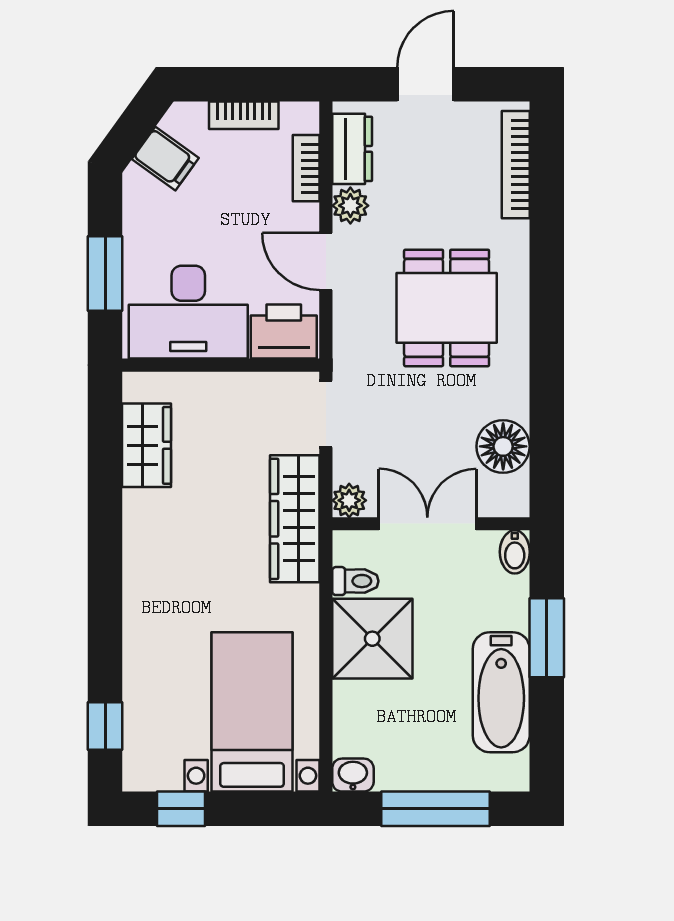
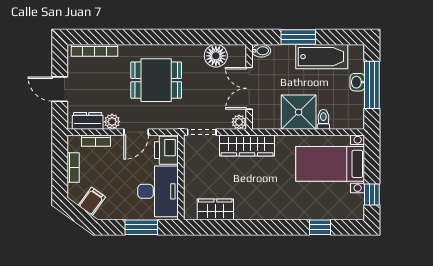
toilet: (355, 581) -> (323, 119), moved
window: (105, 726) -> (320, 227), moved
washbasin: (353, 775) -> (357, 82), moved

